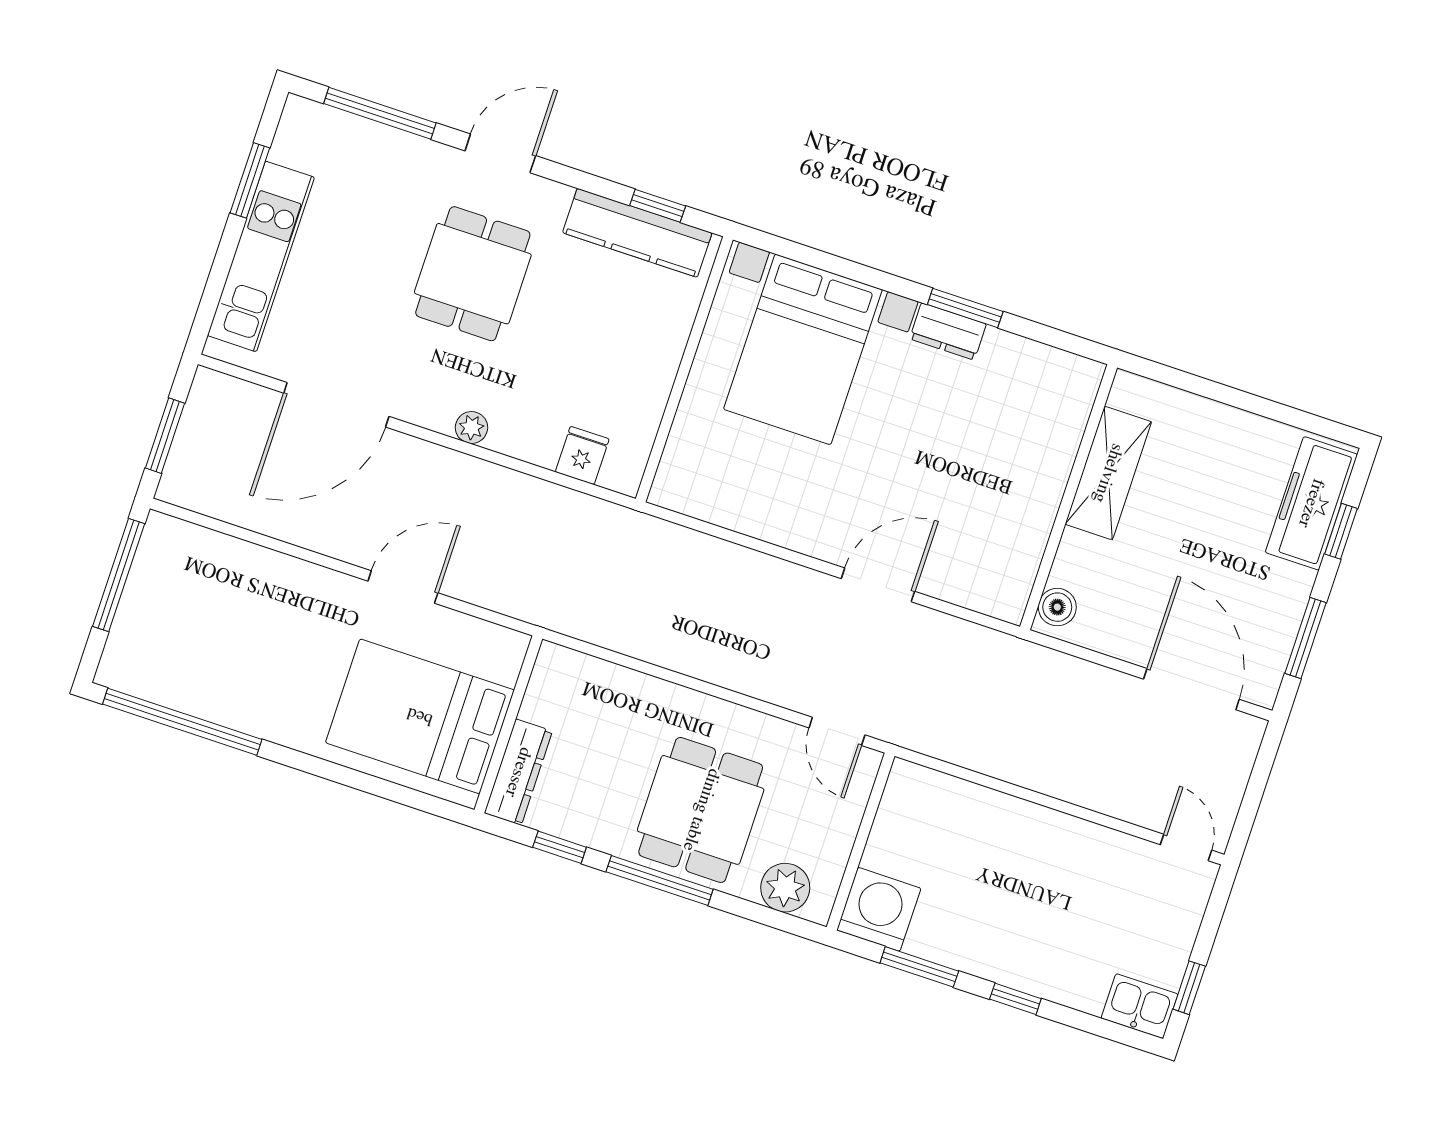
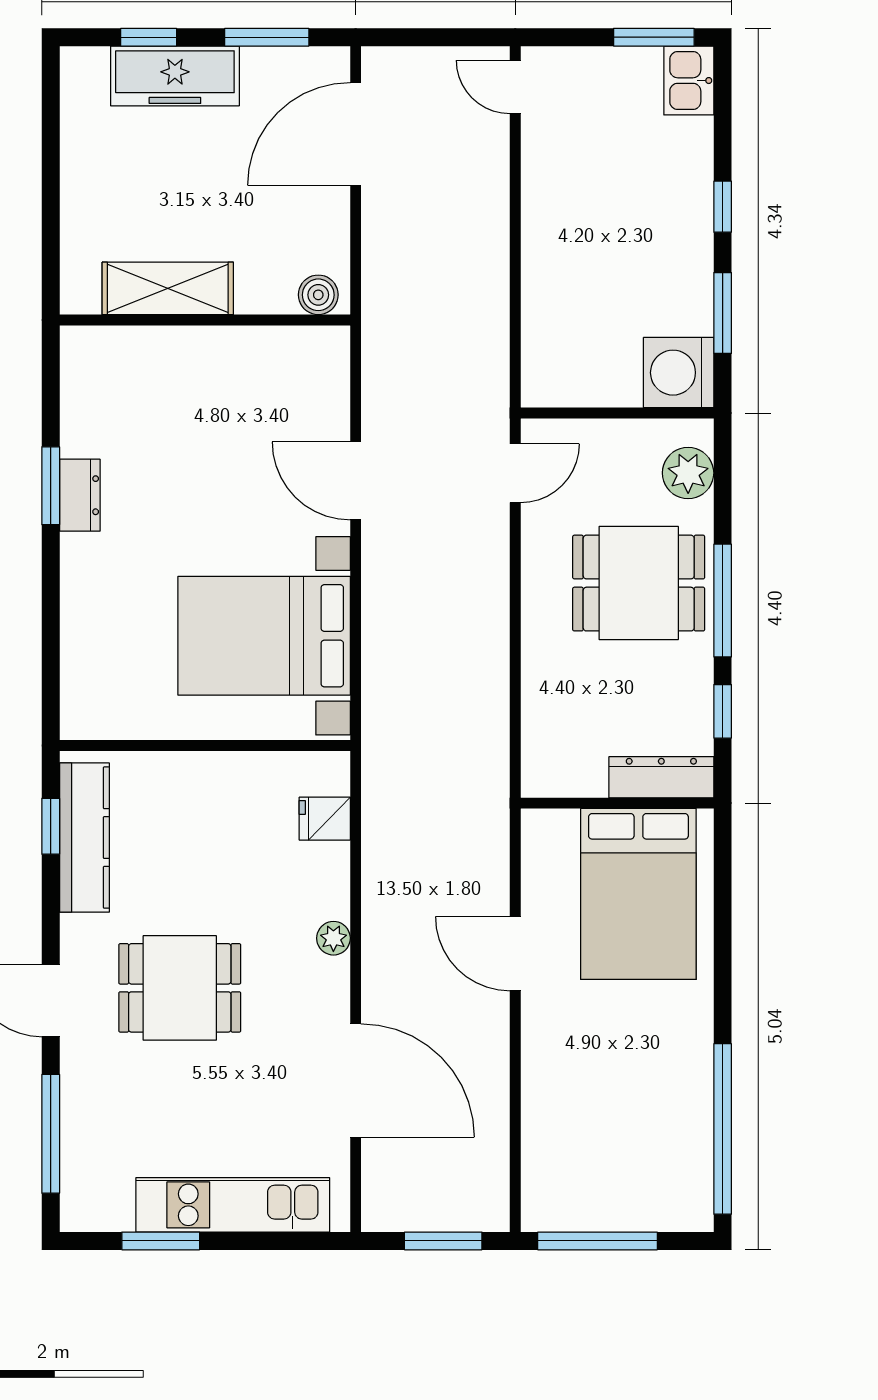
bed with nightstands: (803, 349) -> (264, 636), moved, turned 180
freezer: (1311, 503) -> (175, 76), moved
door: (1186, 847) -> (515, 87), hinge flipped
window: (1189, 988) -> (654, 37), width x1.50

